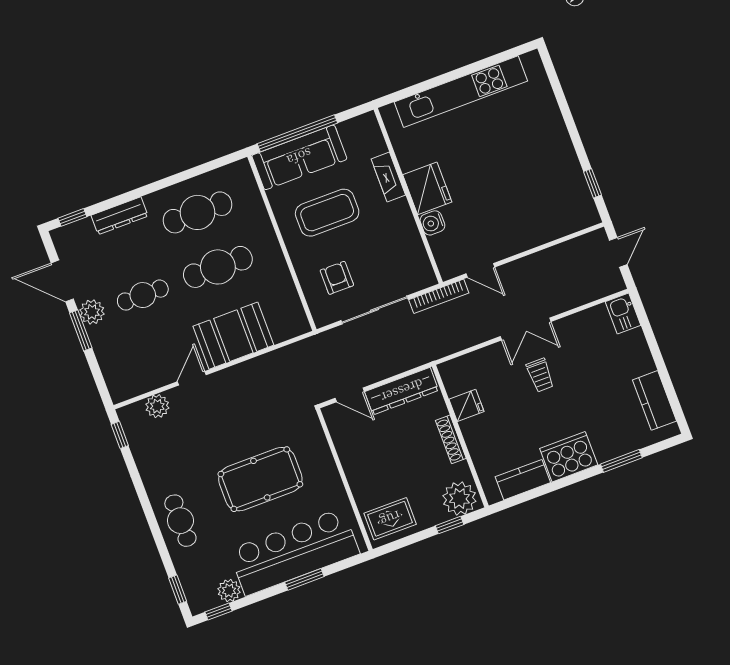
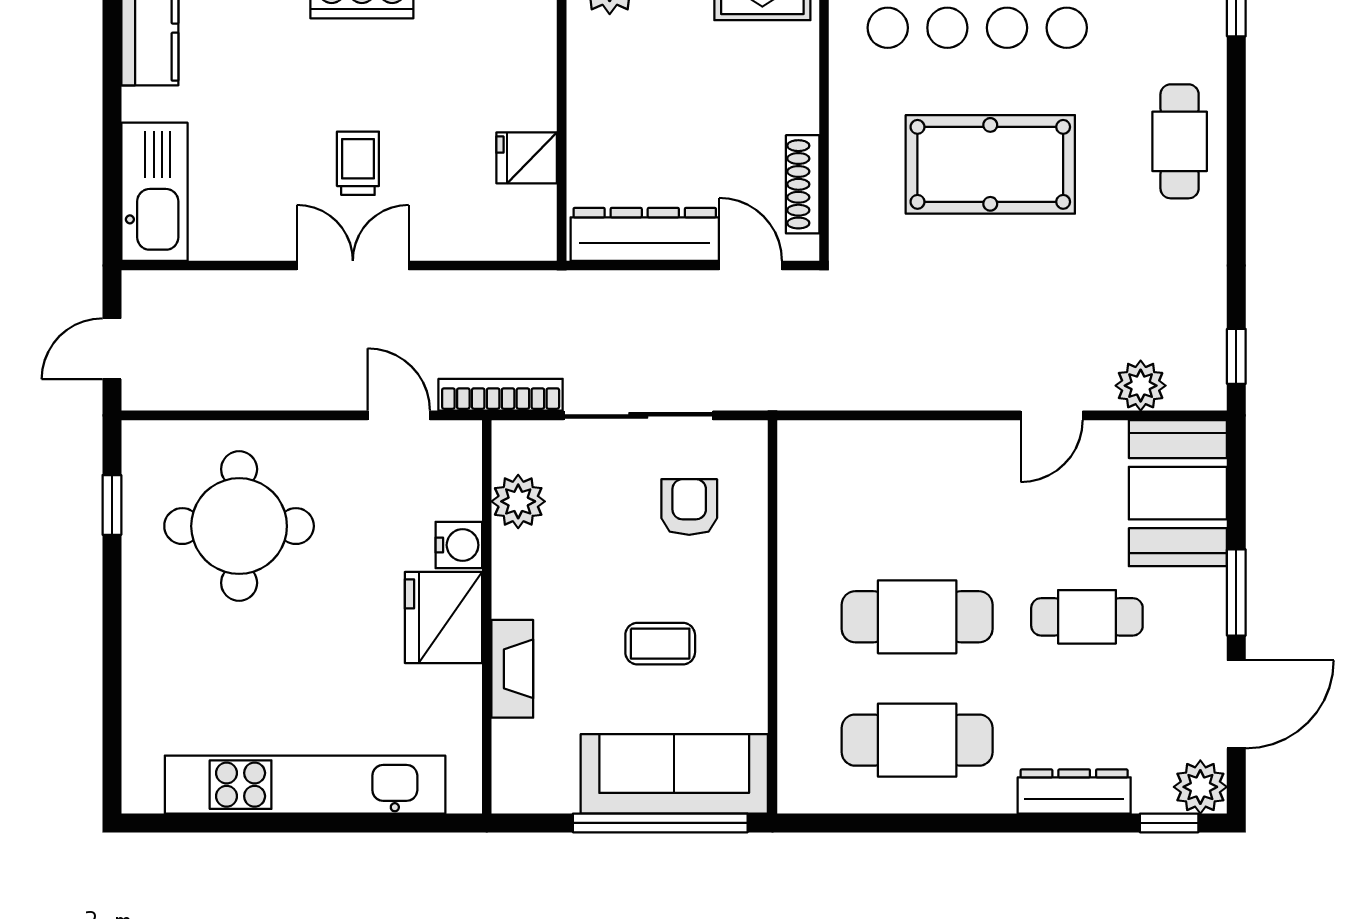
round table: (533, 195) -> (239, 526), added
coffee table: (327, 213) -> (660, 644), width x0.54, depth x0.58
plant: (413, 252) -> (518, 501), added
armchair: (337, 278) -> (689, 507), turned 180
door: (62, 281) -> (1236, 704), hinge flipped
plant: (92, 312) -> (1200, 787), moved
kitchen sink: (623, 314) -> (154, 192), width x1.88, depth x1.24
booth: (233, 336) -> (1178, 493), moved, turned 90
shoe rack: (451, 439) -> (803, 184), moved, turned 180

